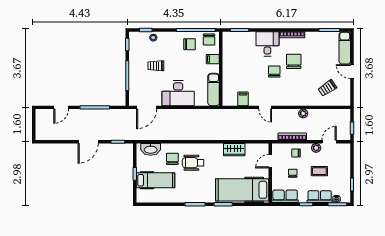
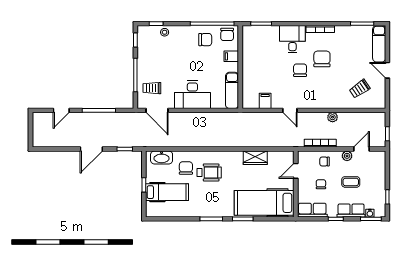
trolley: (156, 66) -> (152, 88), moved
door: (147, 107) -> (157, 110), hinge flipped
wheelchair: (193, 163) -> (209, 172), turned 180

